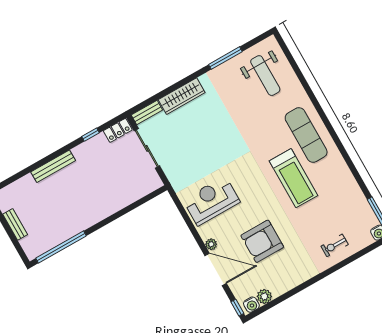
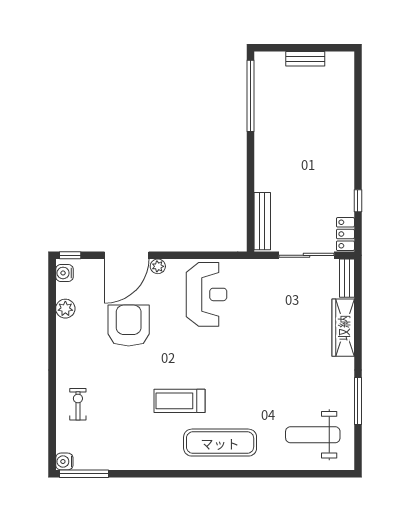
bench: (53, 166) -> (262, 221), moved
treadmill: (293, 178) -> (180, 401), width x0.73, depth x0.73
plant: (264, 296) -> (65, 309), moved

